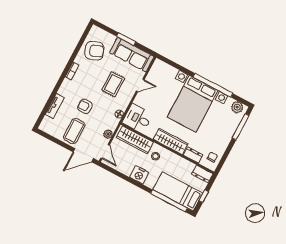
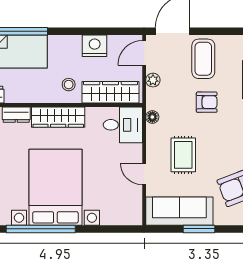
door: (140, 85) -> (144, 174), hinge flipped
door: (105, 152) -> (144, 53), hinge flipped
nightstand: (139, 175) -> (95, 46), moved

